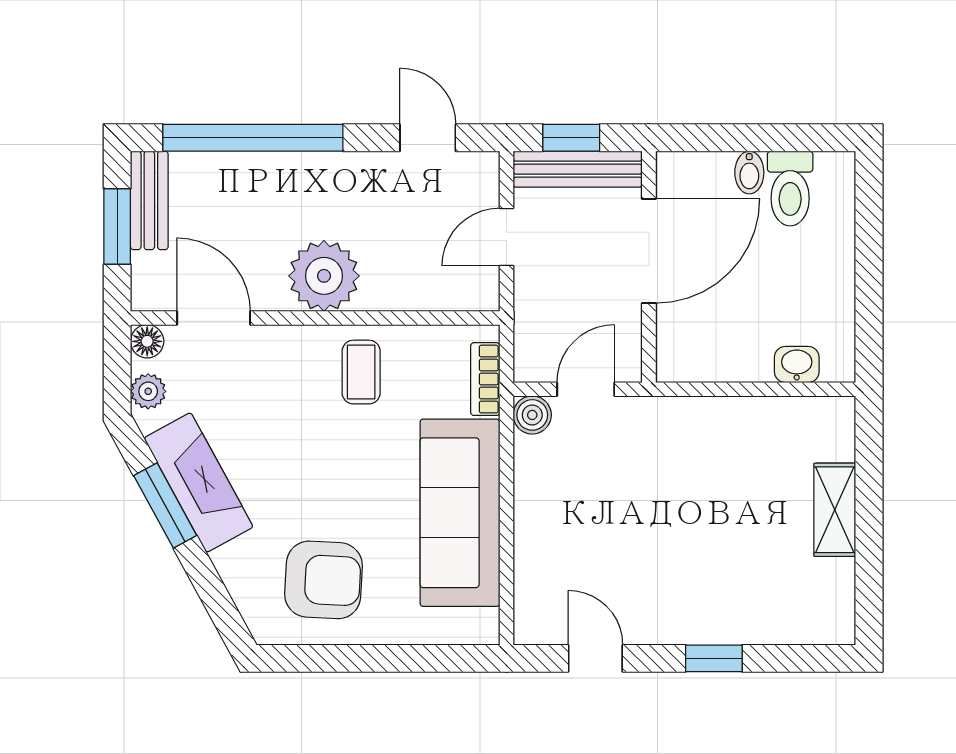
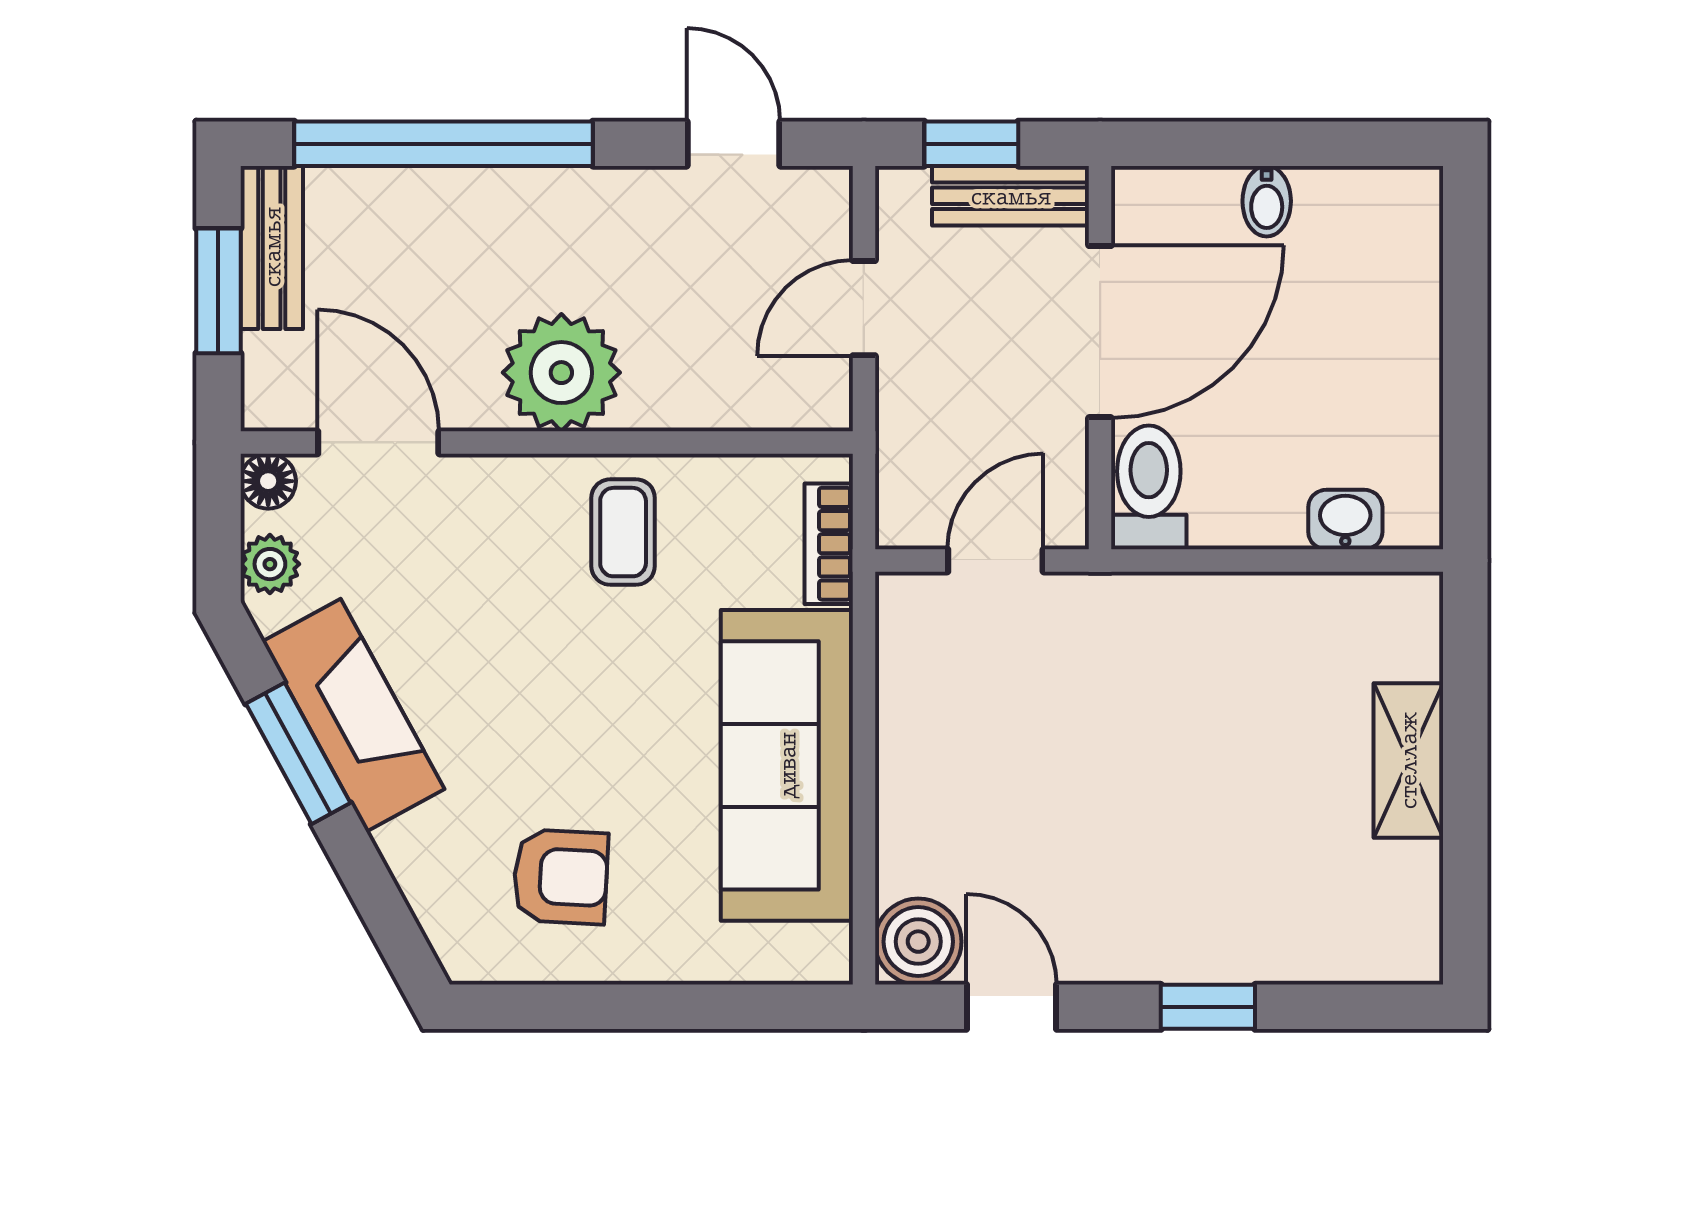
bench: (578, 169) -> (1011, 196), width x0.73
toilet: (790, 189) -> (1149, 487), moved, turned 180
boiler: (532, 415) -> (918, 942), moved, width x1.36, depth x1.36
armchair: (323, 580) -> (561, 877), width x0.72, depth x0.72

